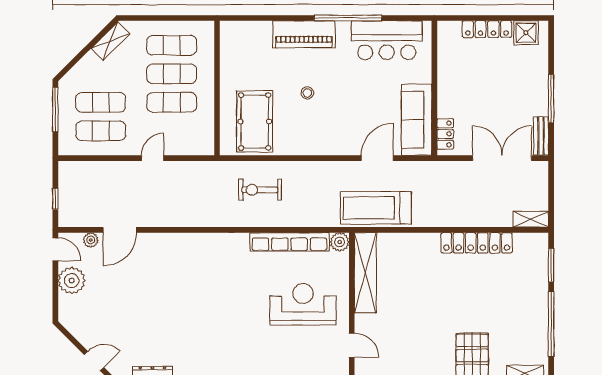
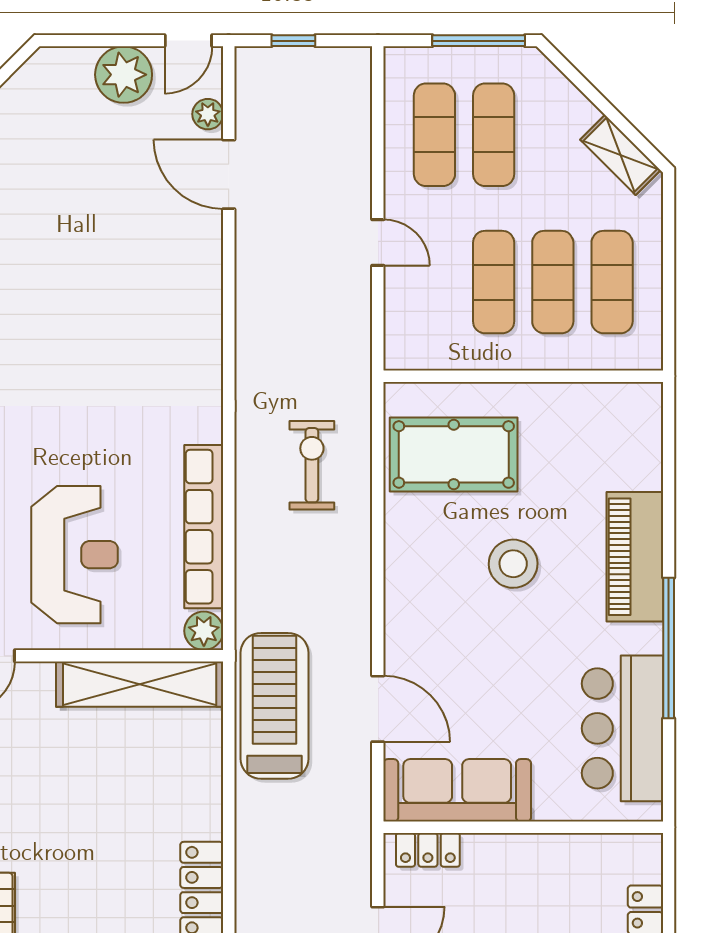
stool: (307, 93) -> (513, 564), width x1.89, depth x1.89

